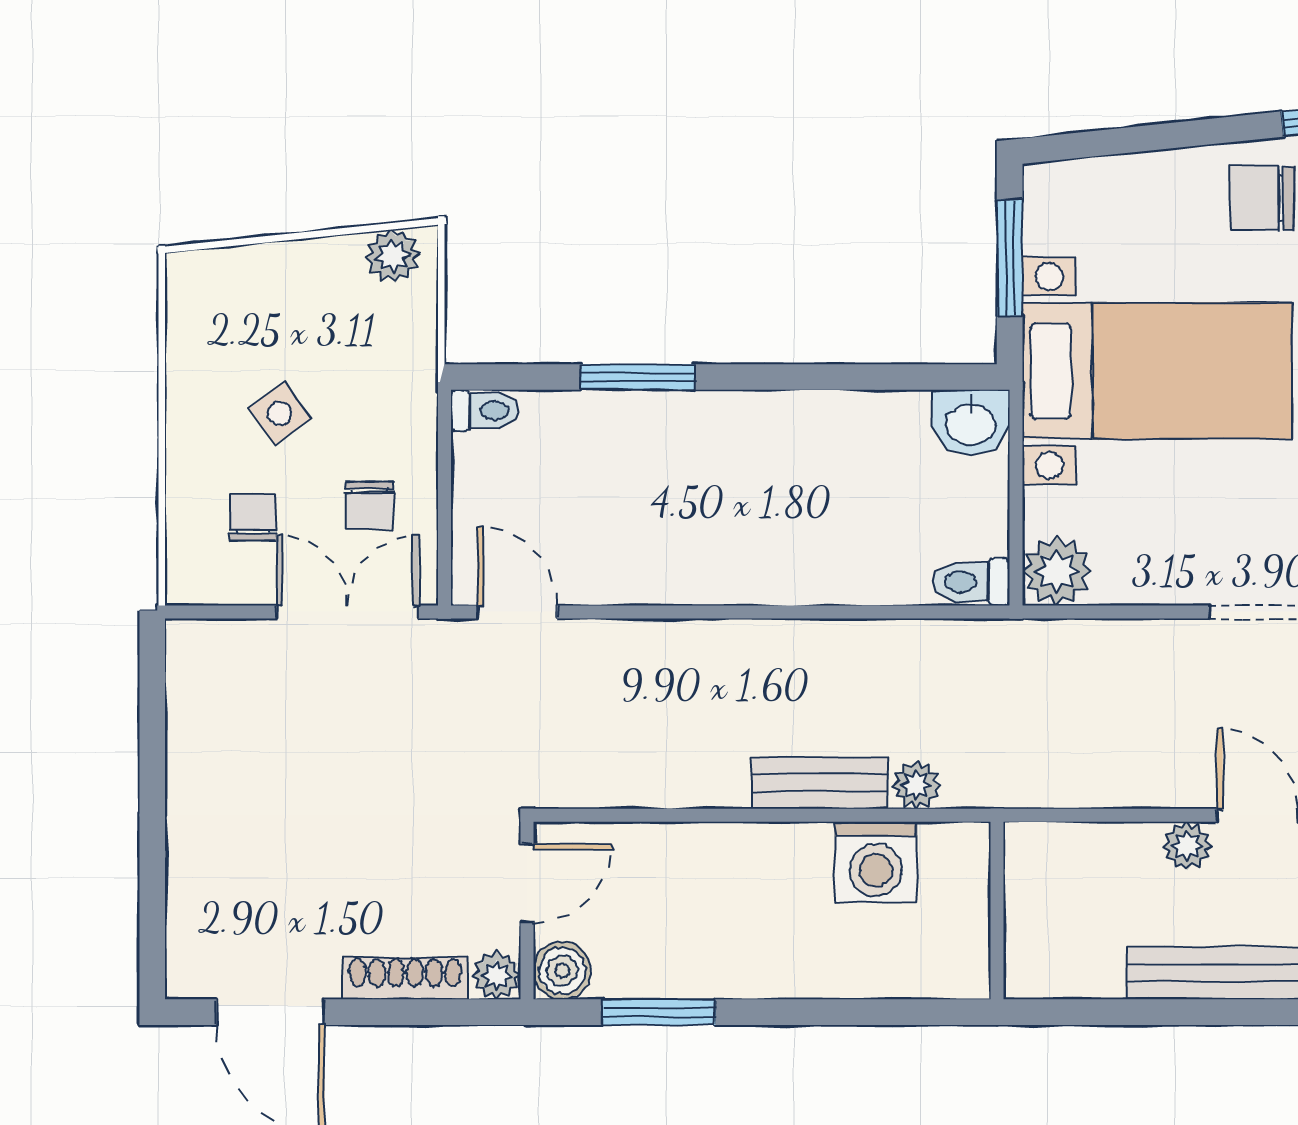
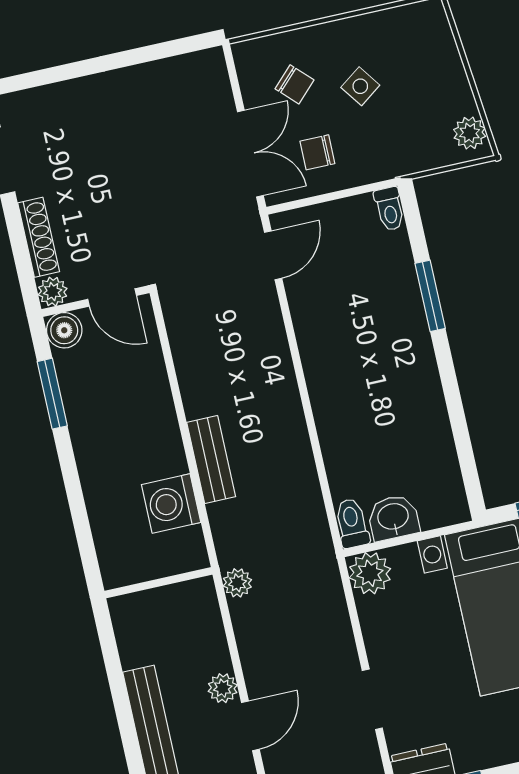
washbasin: (971, 423) -> (393, 518), moved, turned 90
chair: (253, 517) -> (295, 84), turned 45
plant: (916, 785) -> (237, 583), moved

